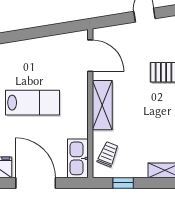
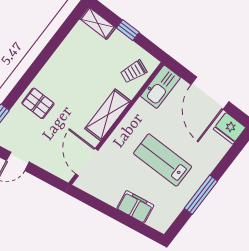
filing cabinet: (26, 50) -> (135, 207), added
window: (123, 183) -> (128, 30), moved

